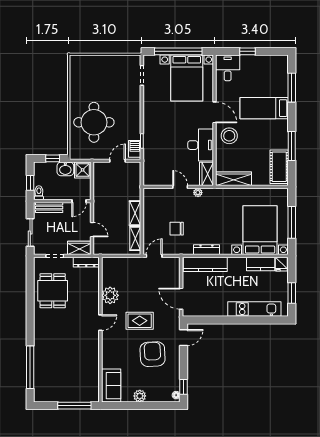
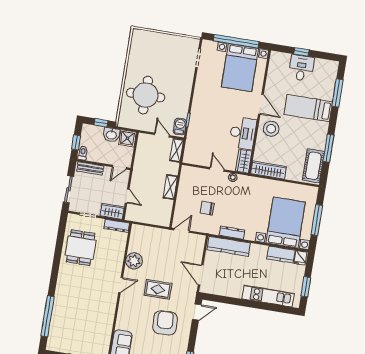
desk: (228, 68) -> (301, 68), moved
door: (117, 161) -> (162, 135), hinge flipped
shelving: (135, 239) -> (177, 150), moved

